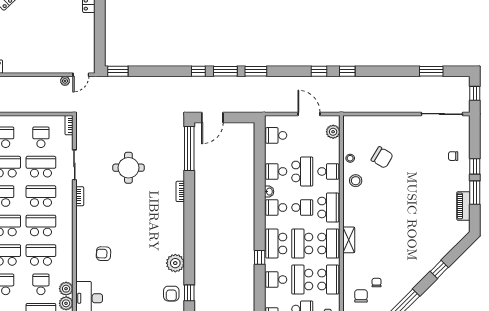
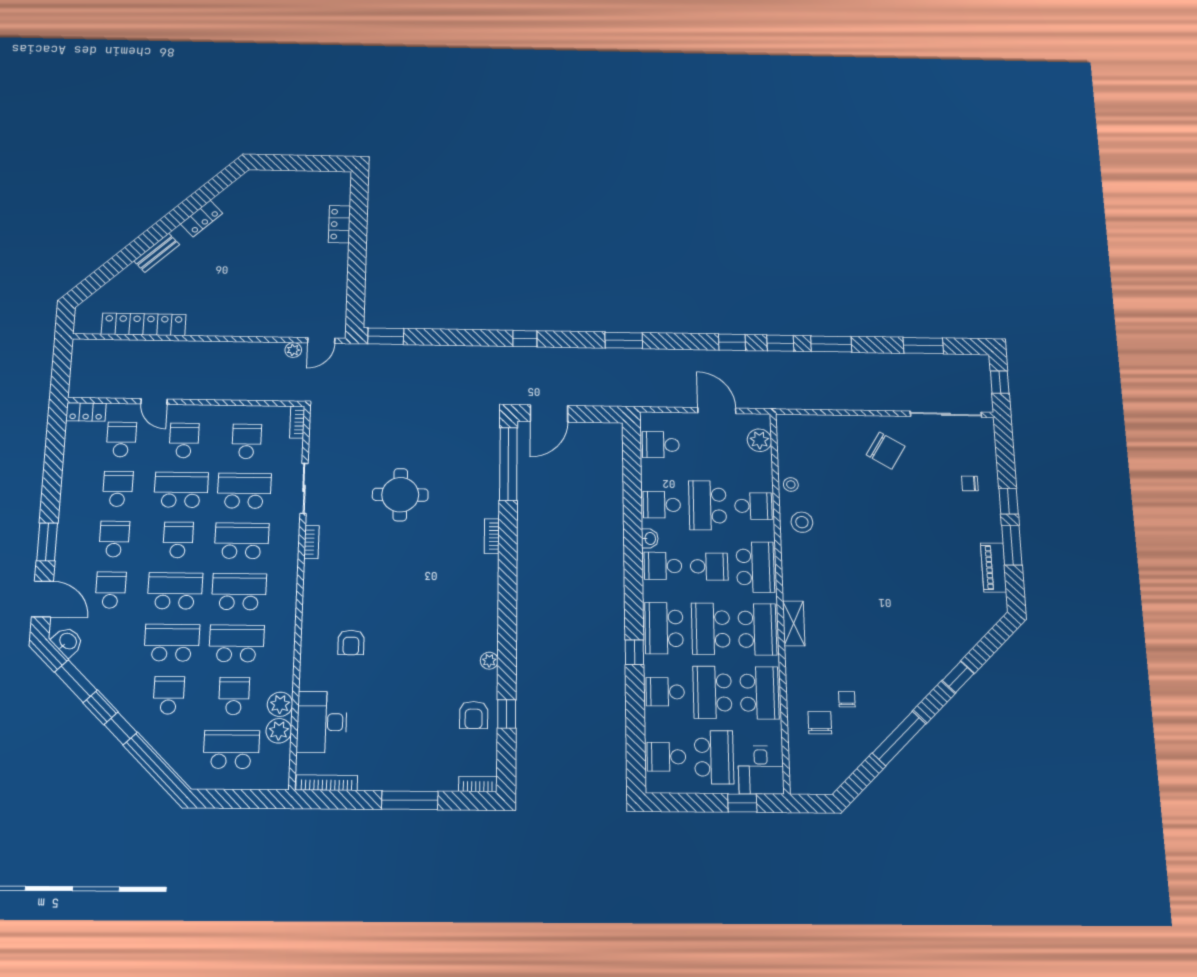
window: (225, 71) -> (831, 344), moved
chair: (382, 157) -> (886, 451), moved
school desk: (302, 171) -> (708, 505), turned 180
armchair: (103, 254) -> (351, 642), turned -92
plant: (175, 263) -> (489, 661), width x0.53, depth x0.53

